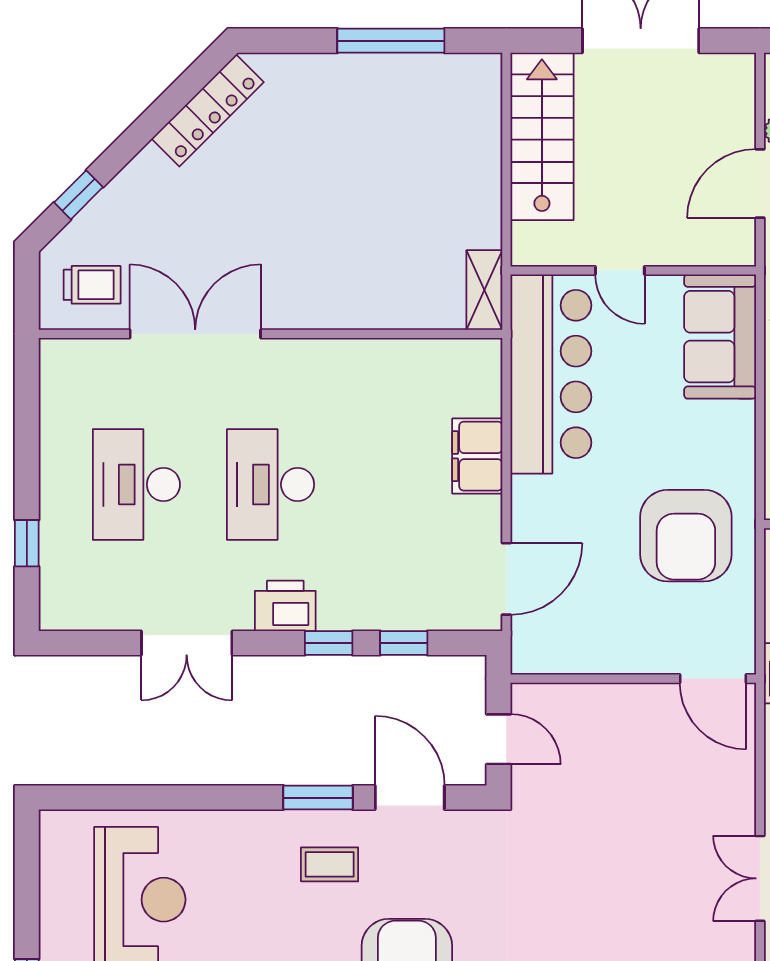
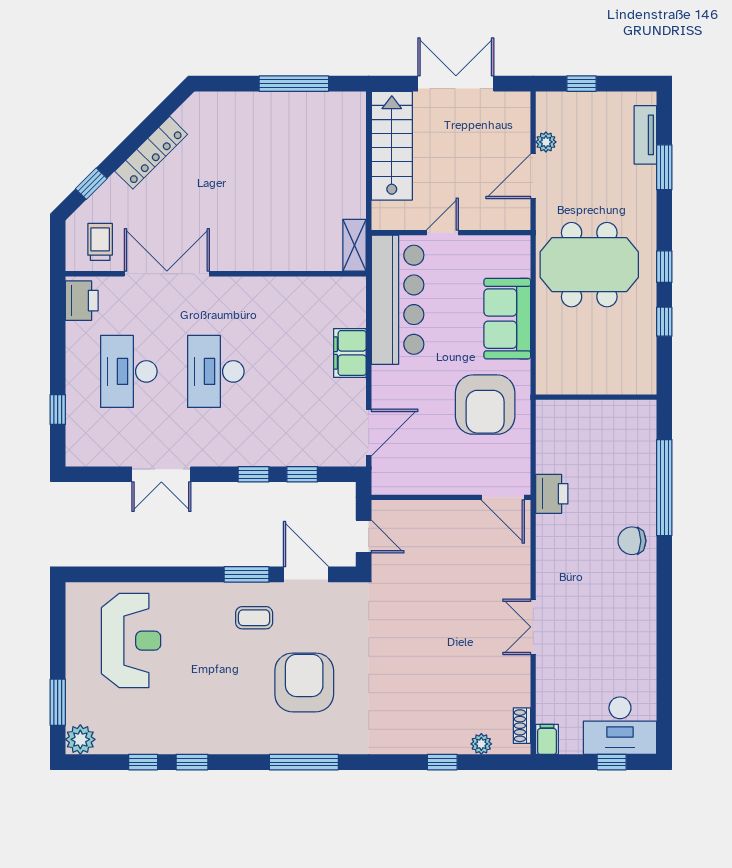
locker: (208, 110) -> (151, 153), moved
door: (620, 270) -> (442, 233), swing flipped
trolley: (92, 285) -> (100, 242), turned -90
sofa: (720, 337) -> (507, 319), moved
printer: (285, 606) -> (82, 301), moved, turned 90

